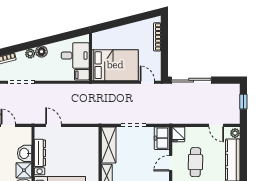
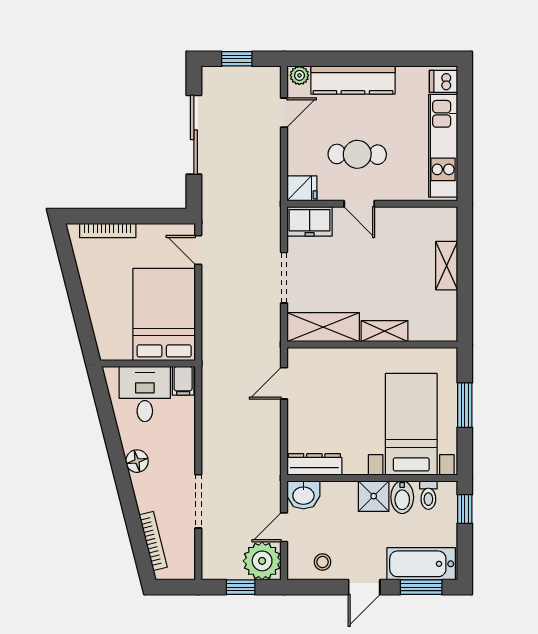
plant: (30, 54) -> (141, 484), removed
sliding door: (191, 80) -> (194, 135), moved
door: (147, 82) -> (198, 250), hinge flipped
door: (53, 125) -> (284, 383), moved
washbasin: (25, 153) -> (303, 495), moved
dresser: (40, 153) -> (314, 464), moved

